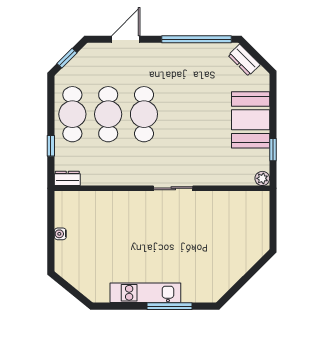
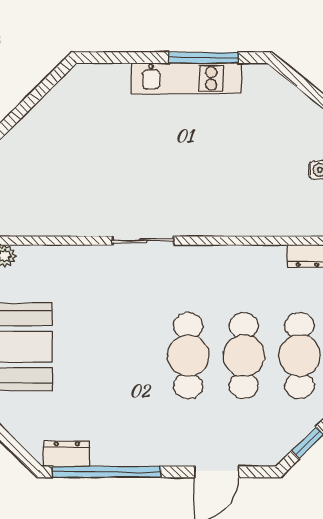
dresser: (244, 60) -> (67, 454), moved, turned -45
window: (169, 306) -> (203, 58), moved

